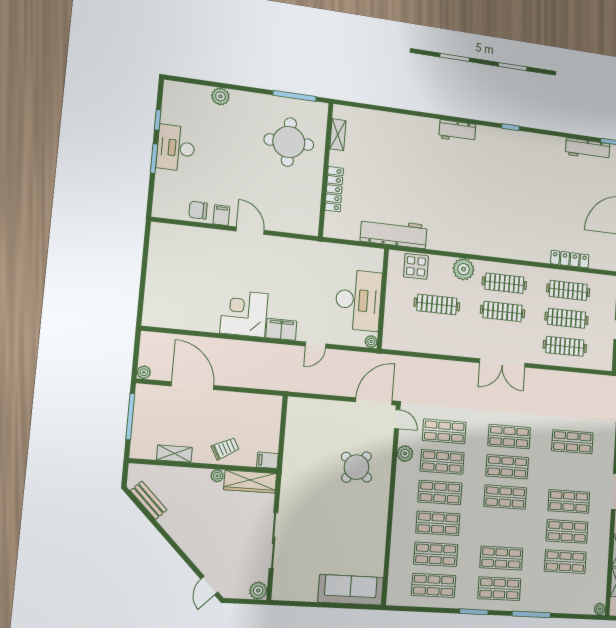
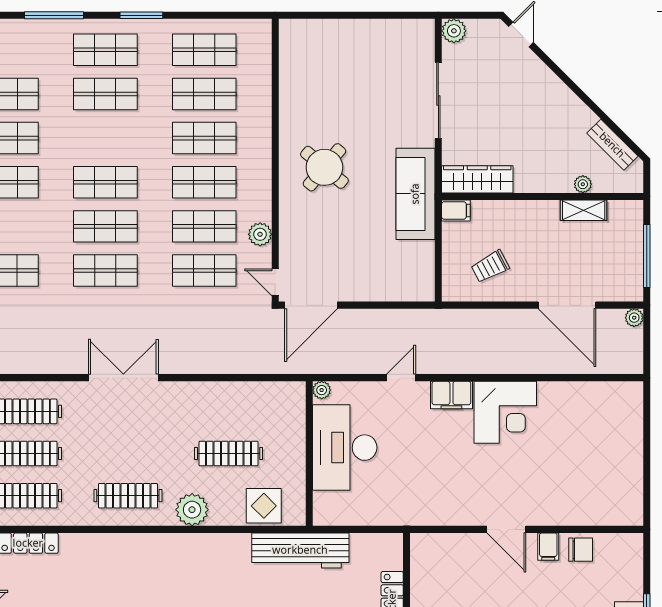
clothes rail: (503, 311) -> (128, 454), removed
trolley: (225, 448) -> (490, 266), moved
round table: (356, 467) -> (324, 167), moved
plant: (217, 476) -> (583, 184), moved
sofa: (351, 590) -> (415, 194), moved, turned 90

